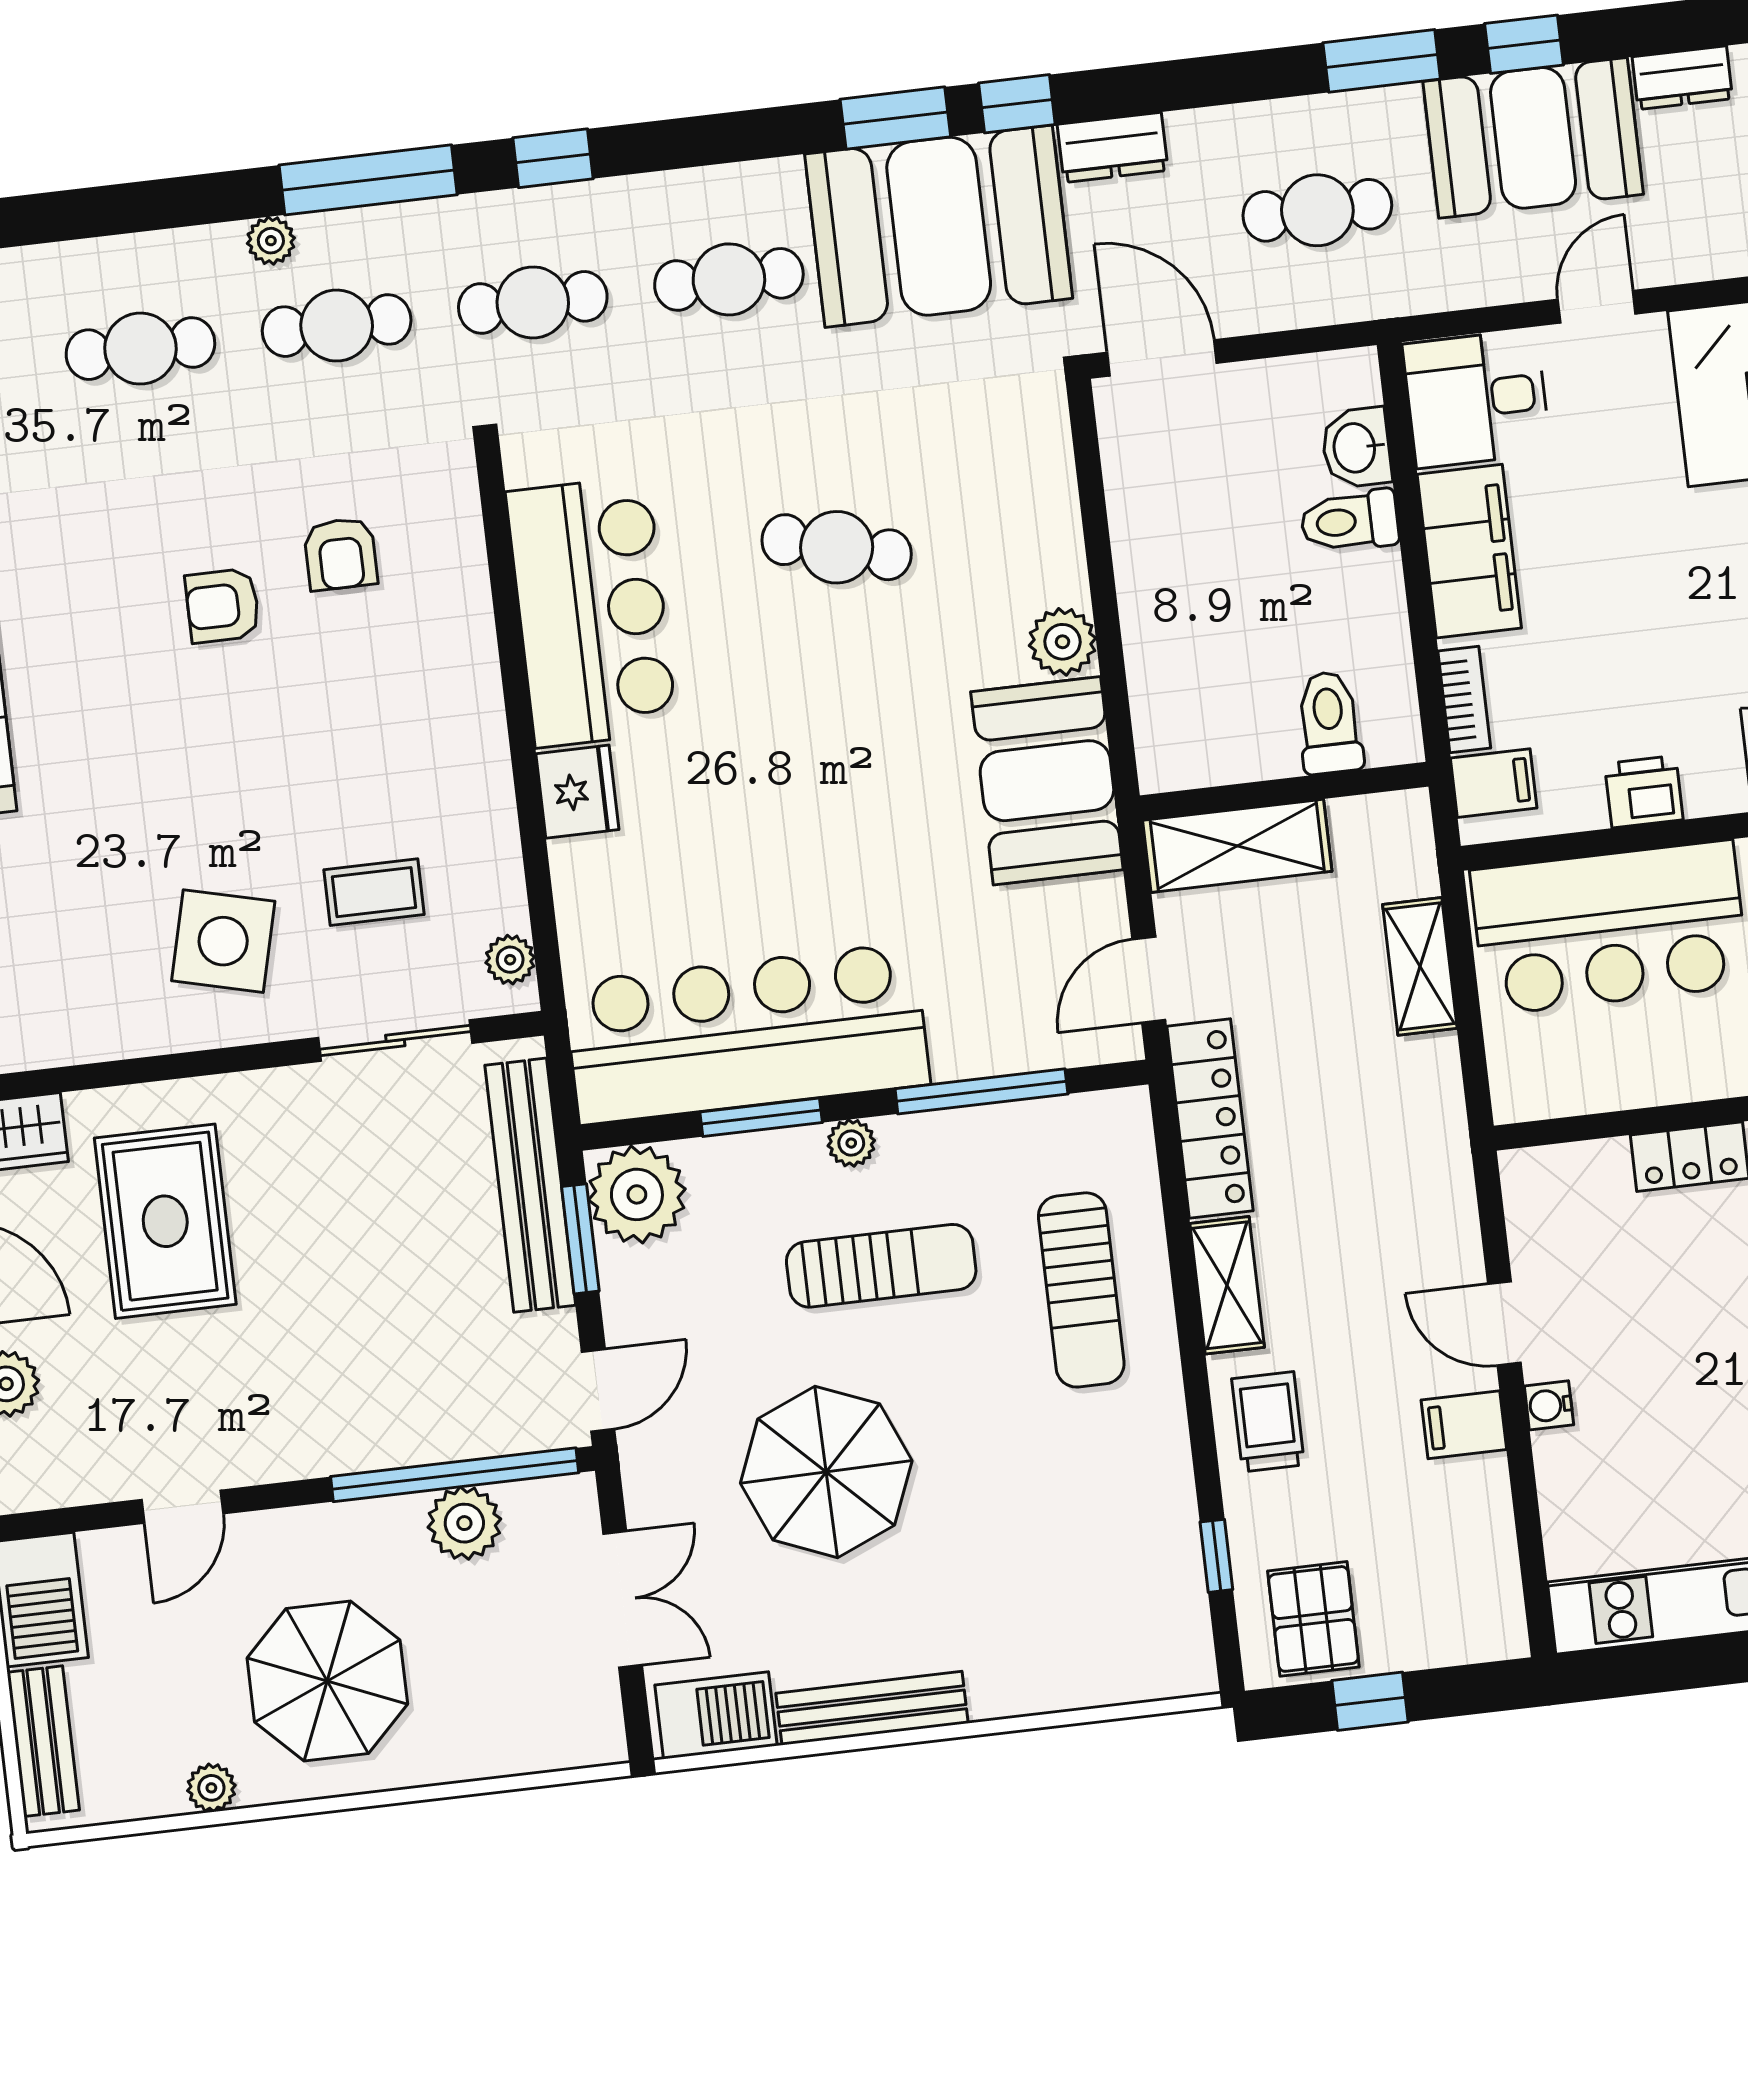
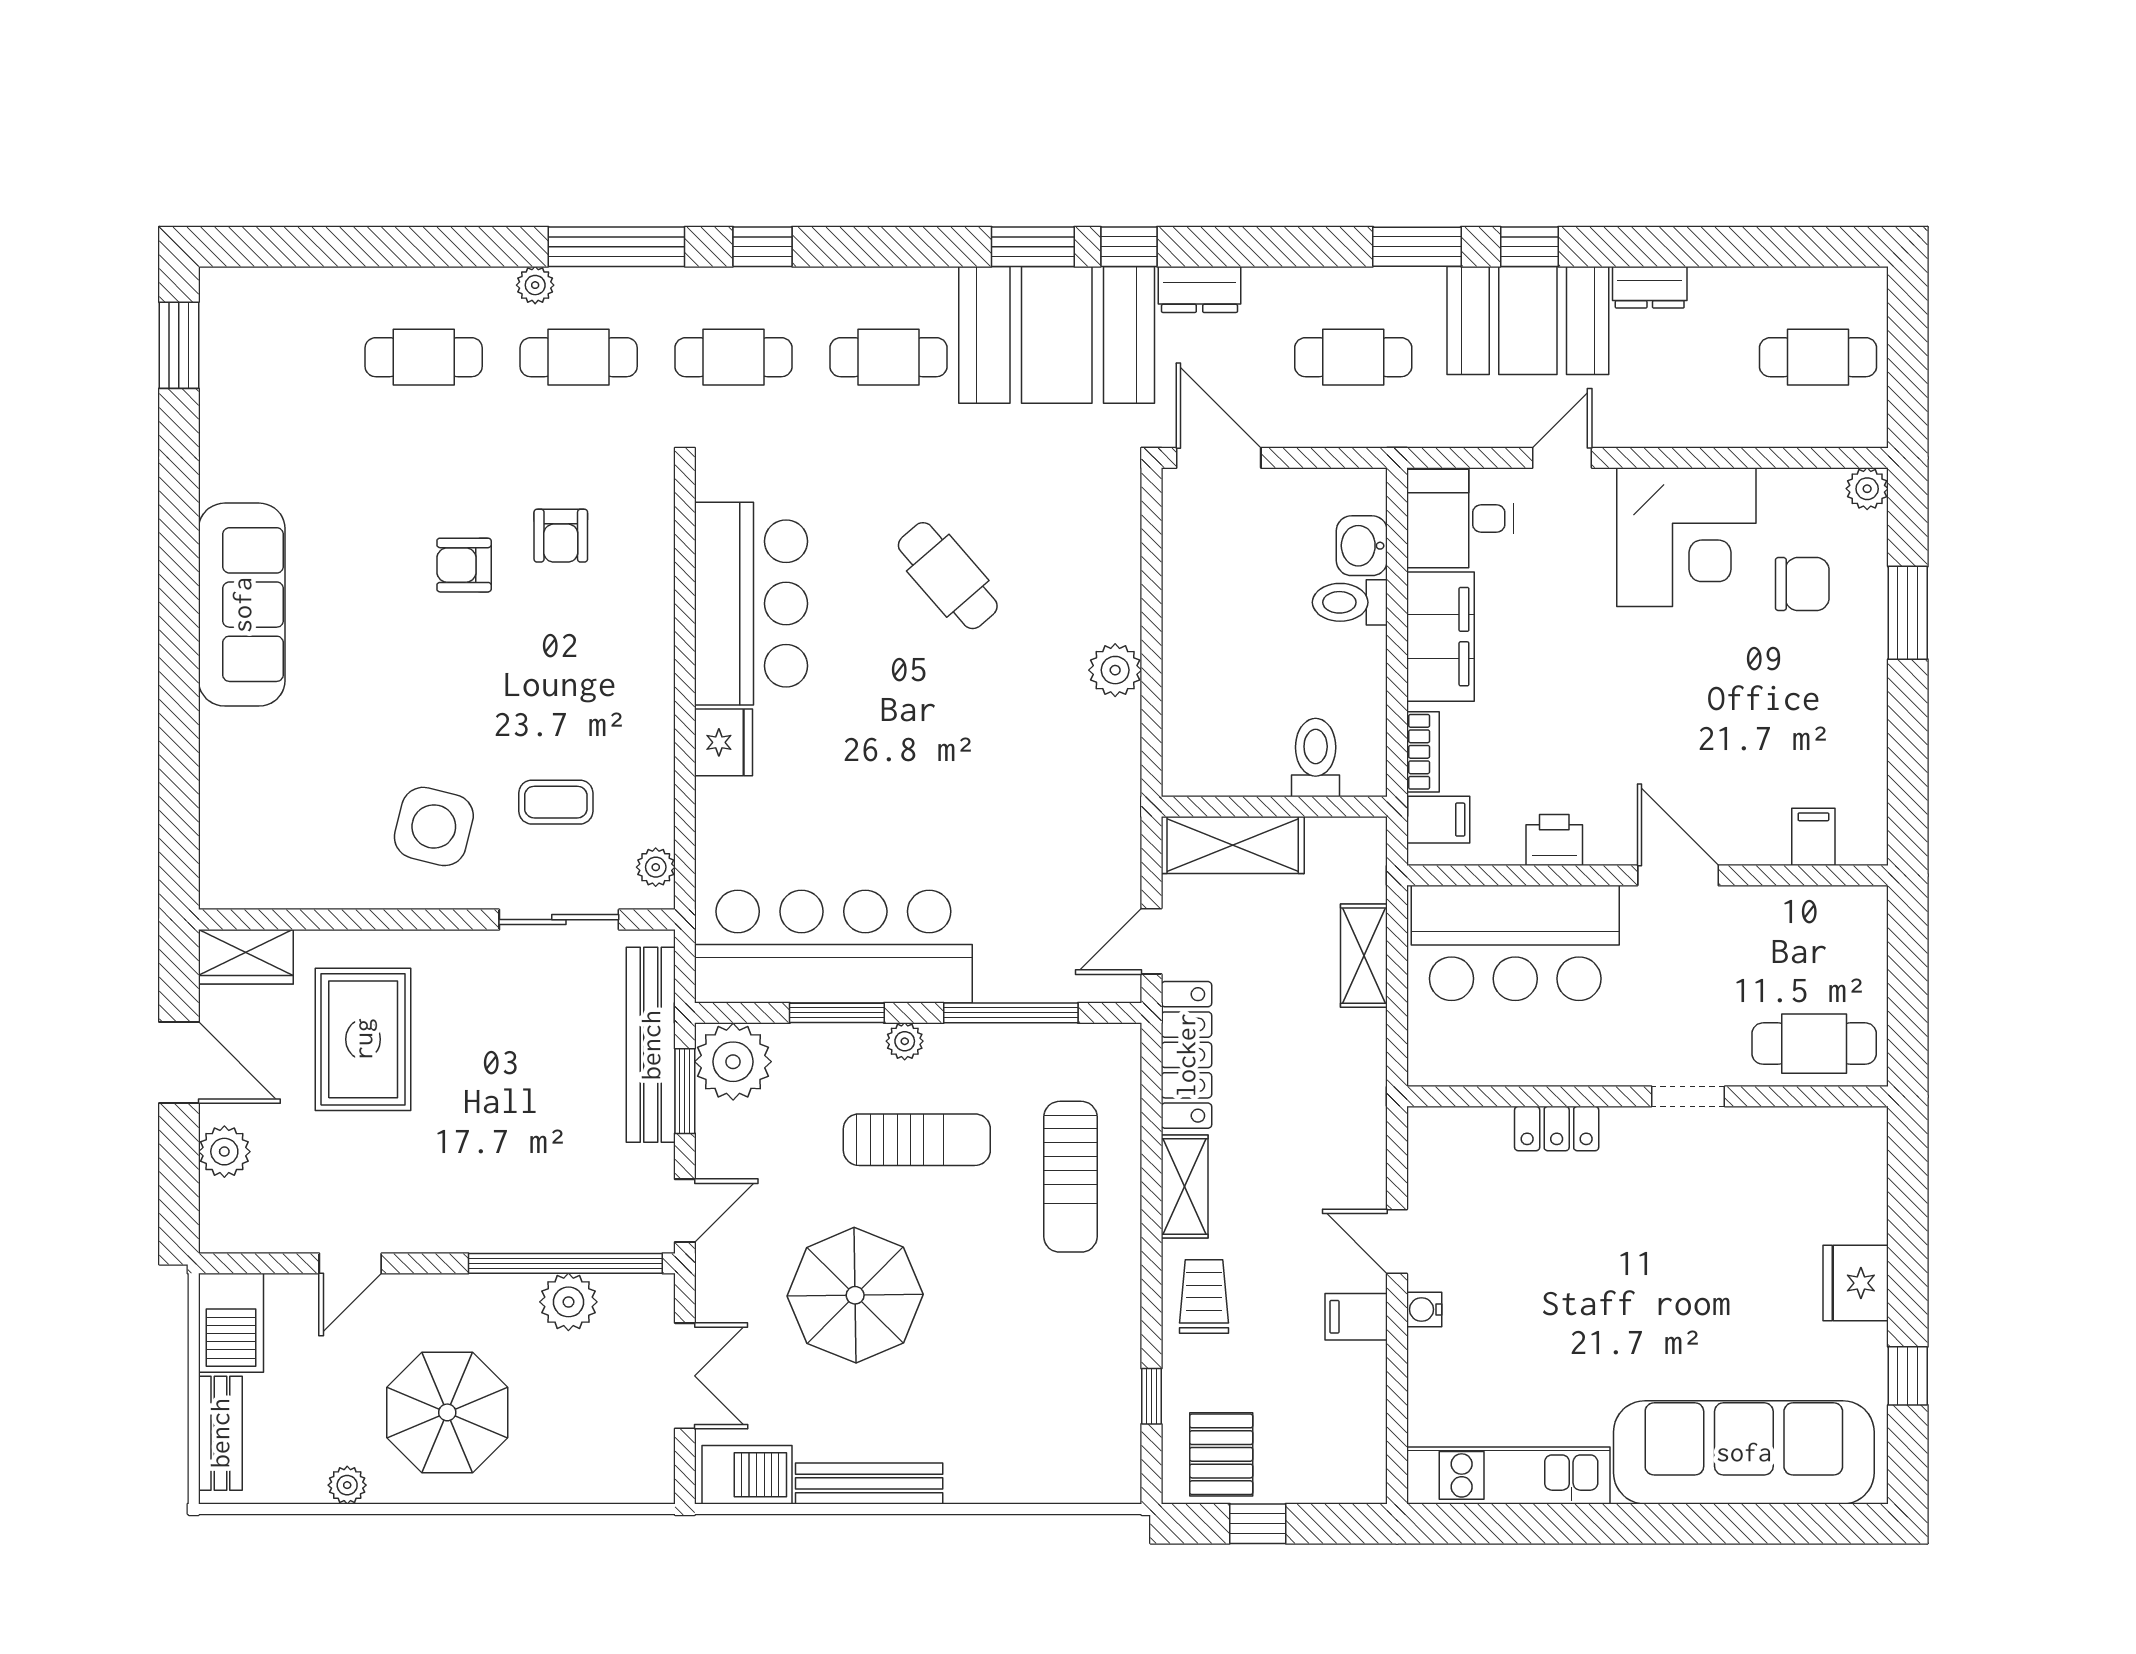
cafe table: (837, 547) -> (948, 576), turned 34
booth: (1047, 781) -> (1090, 777), removed

